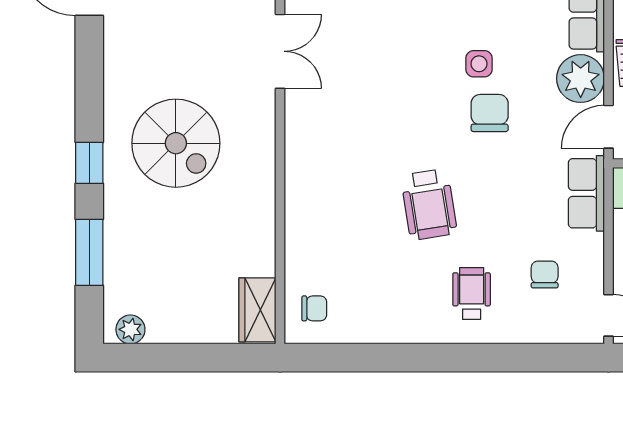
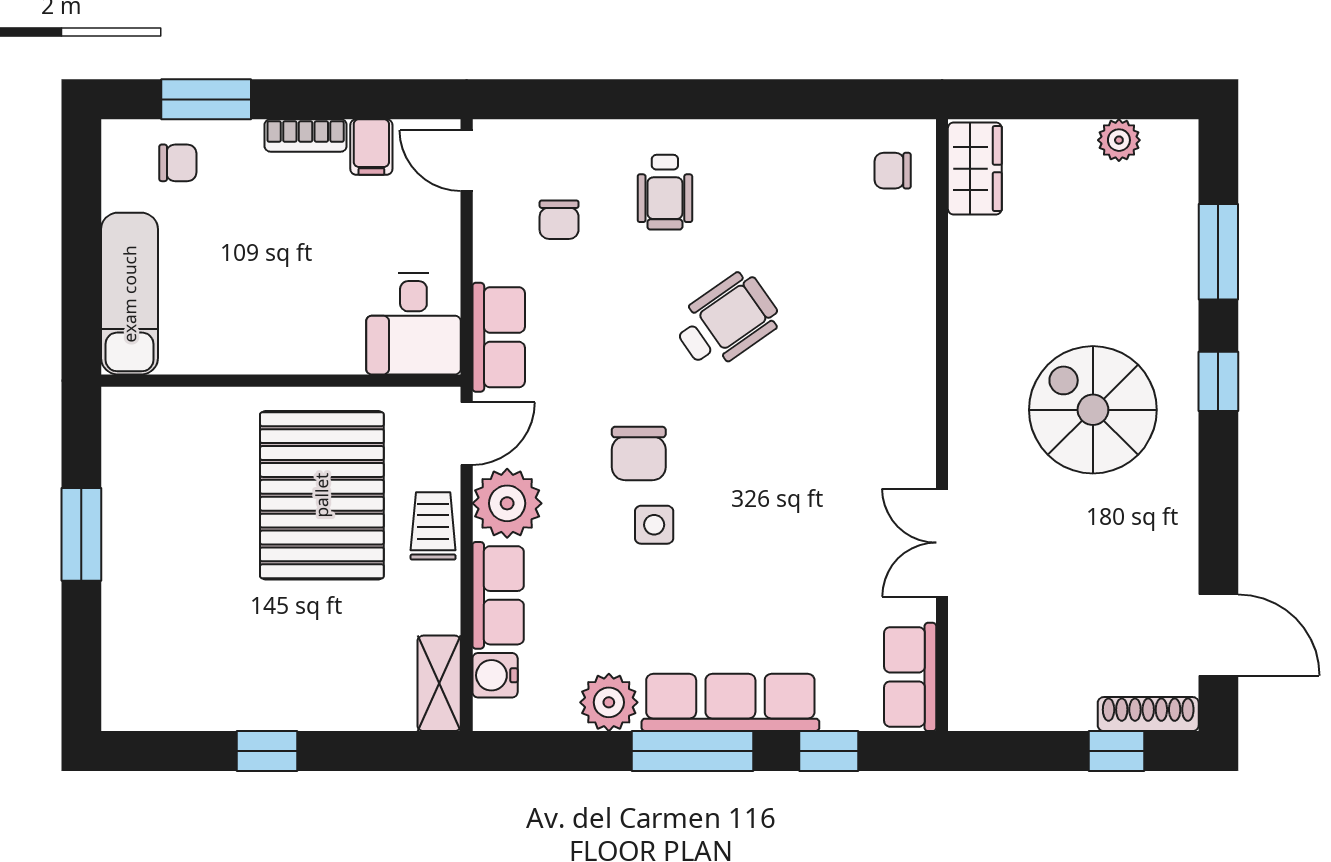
wheelchair: (429, 204) -> (727, 321), turned 64
plant: (130, 329) -> (1119, 140), moved

